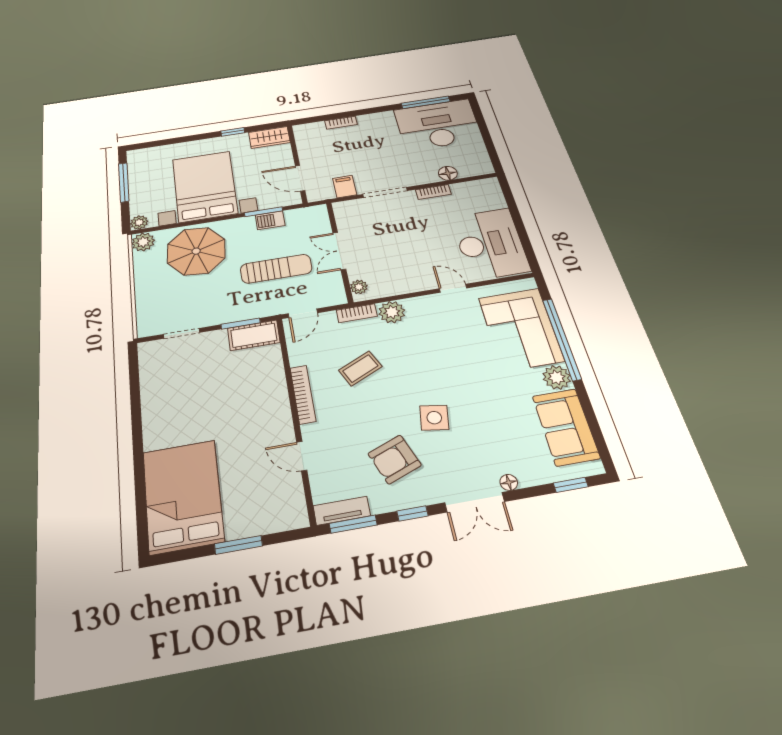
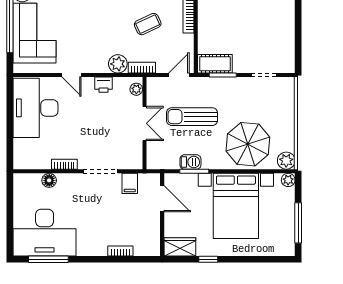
printer: (406, 285) -> (103, 85), added

